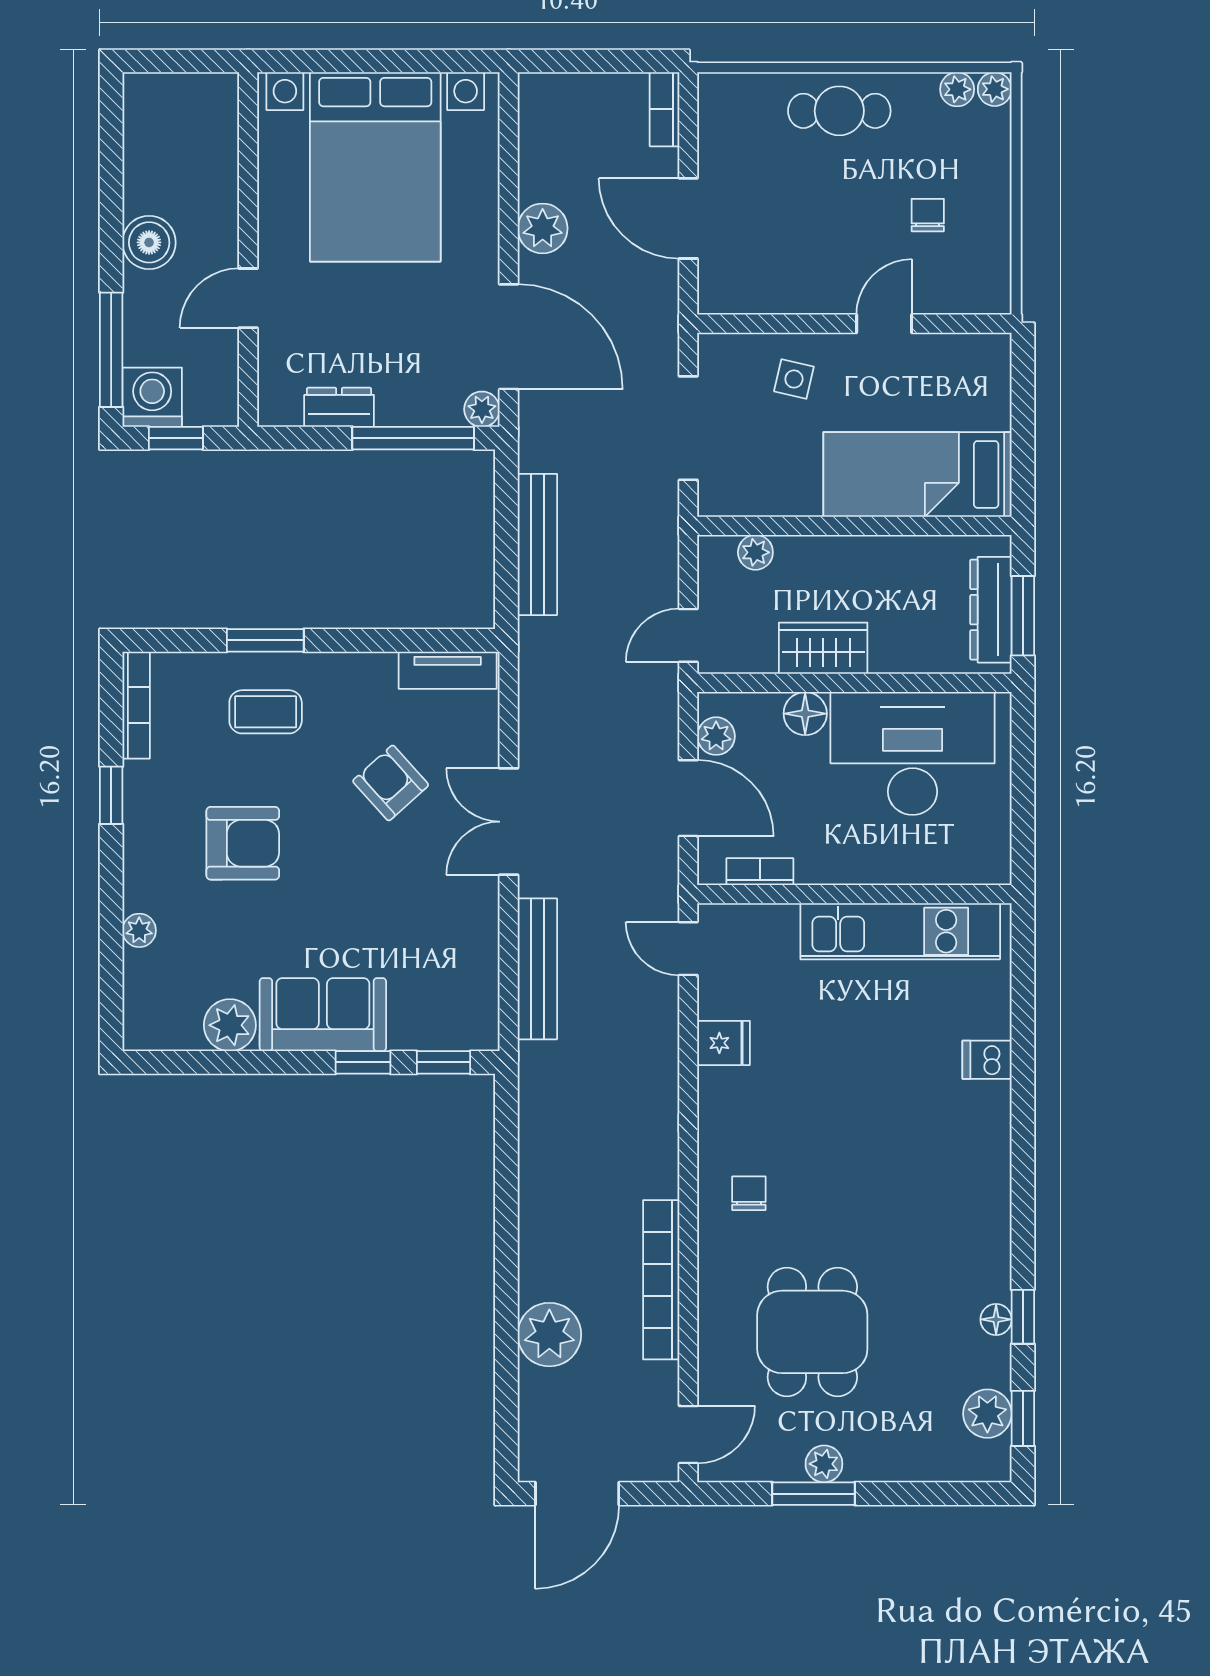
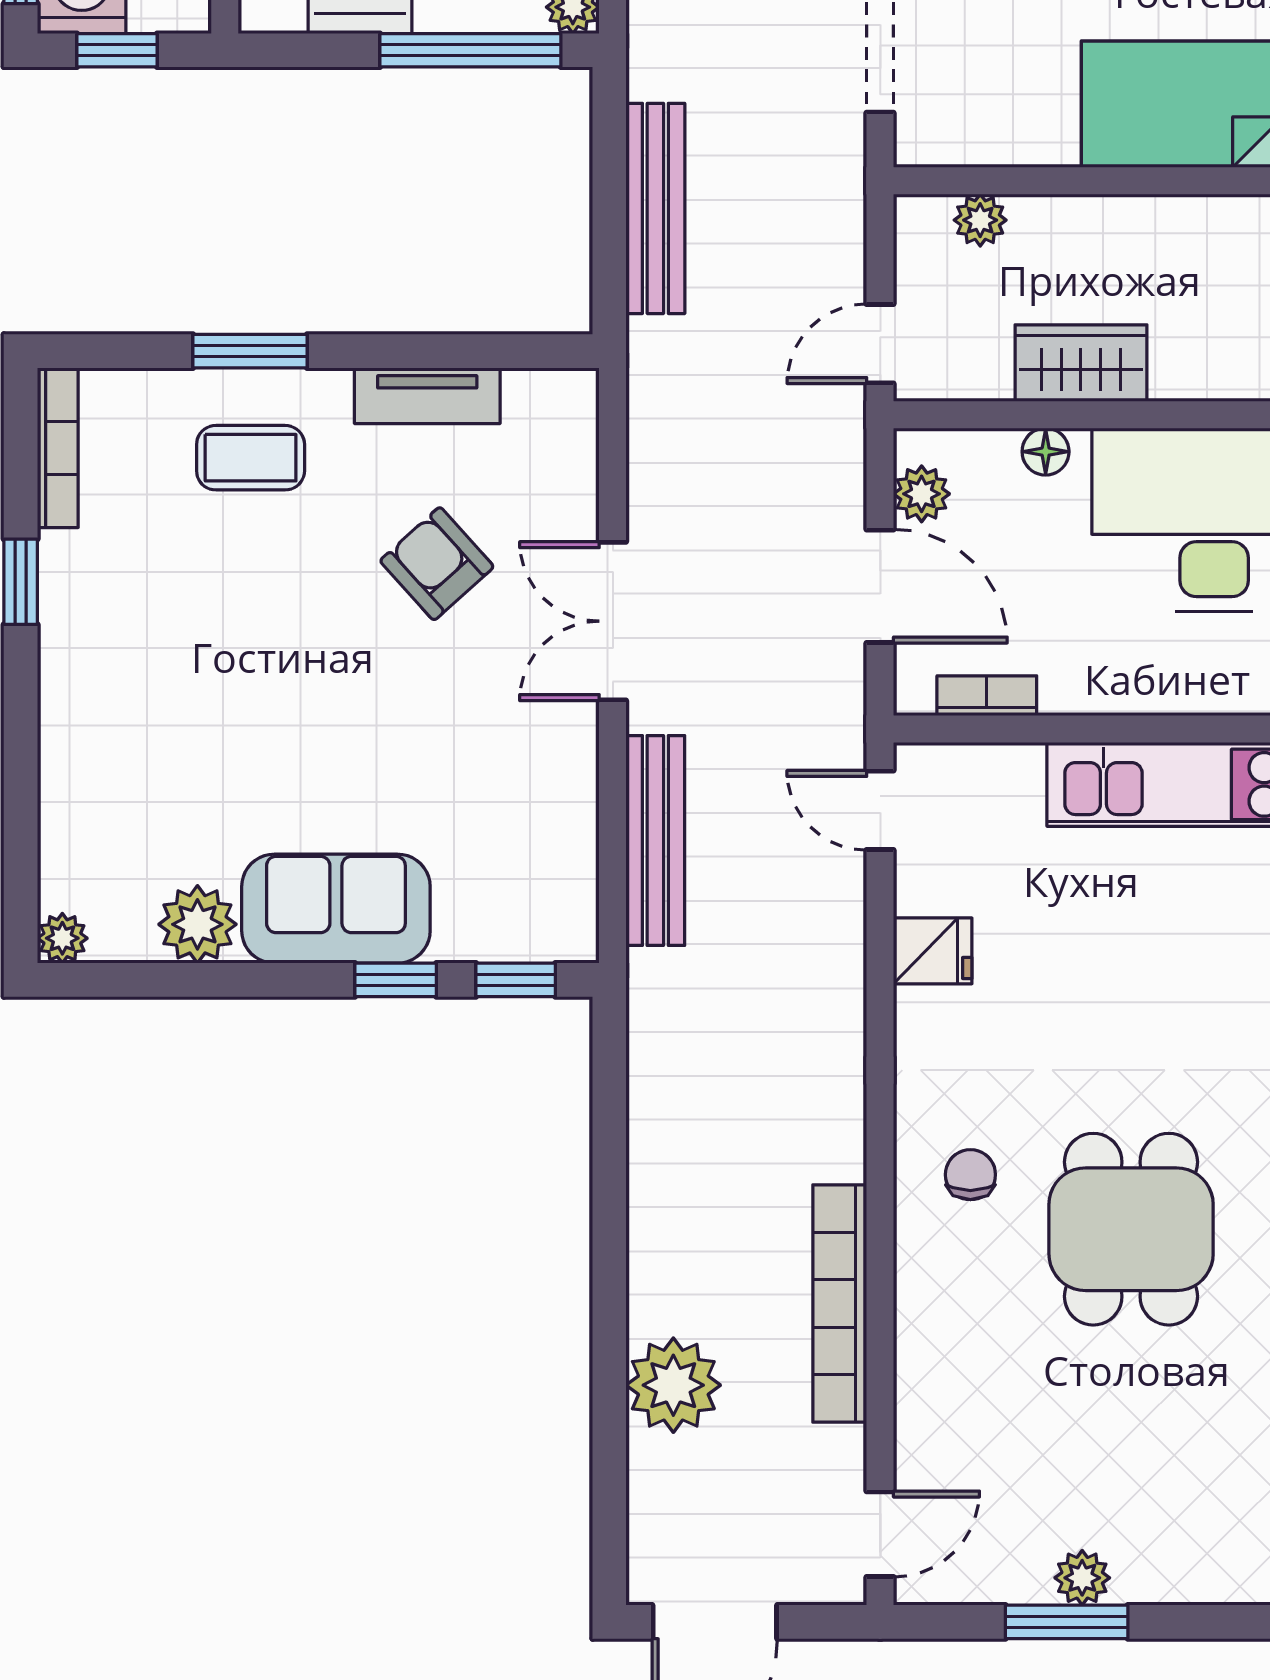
tv unit: (448, 670) -> (427, 396), moved
floor lamp: (805, 714) -> (1046, 452), width x0.73, depth x0.73
armchair: (243, 843) -> (217, 653), removed
plant: (139, 930) -> (62, 938), moved
dining table: (812, 1332) -> (1131, 1229), moved

